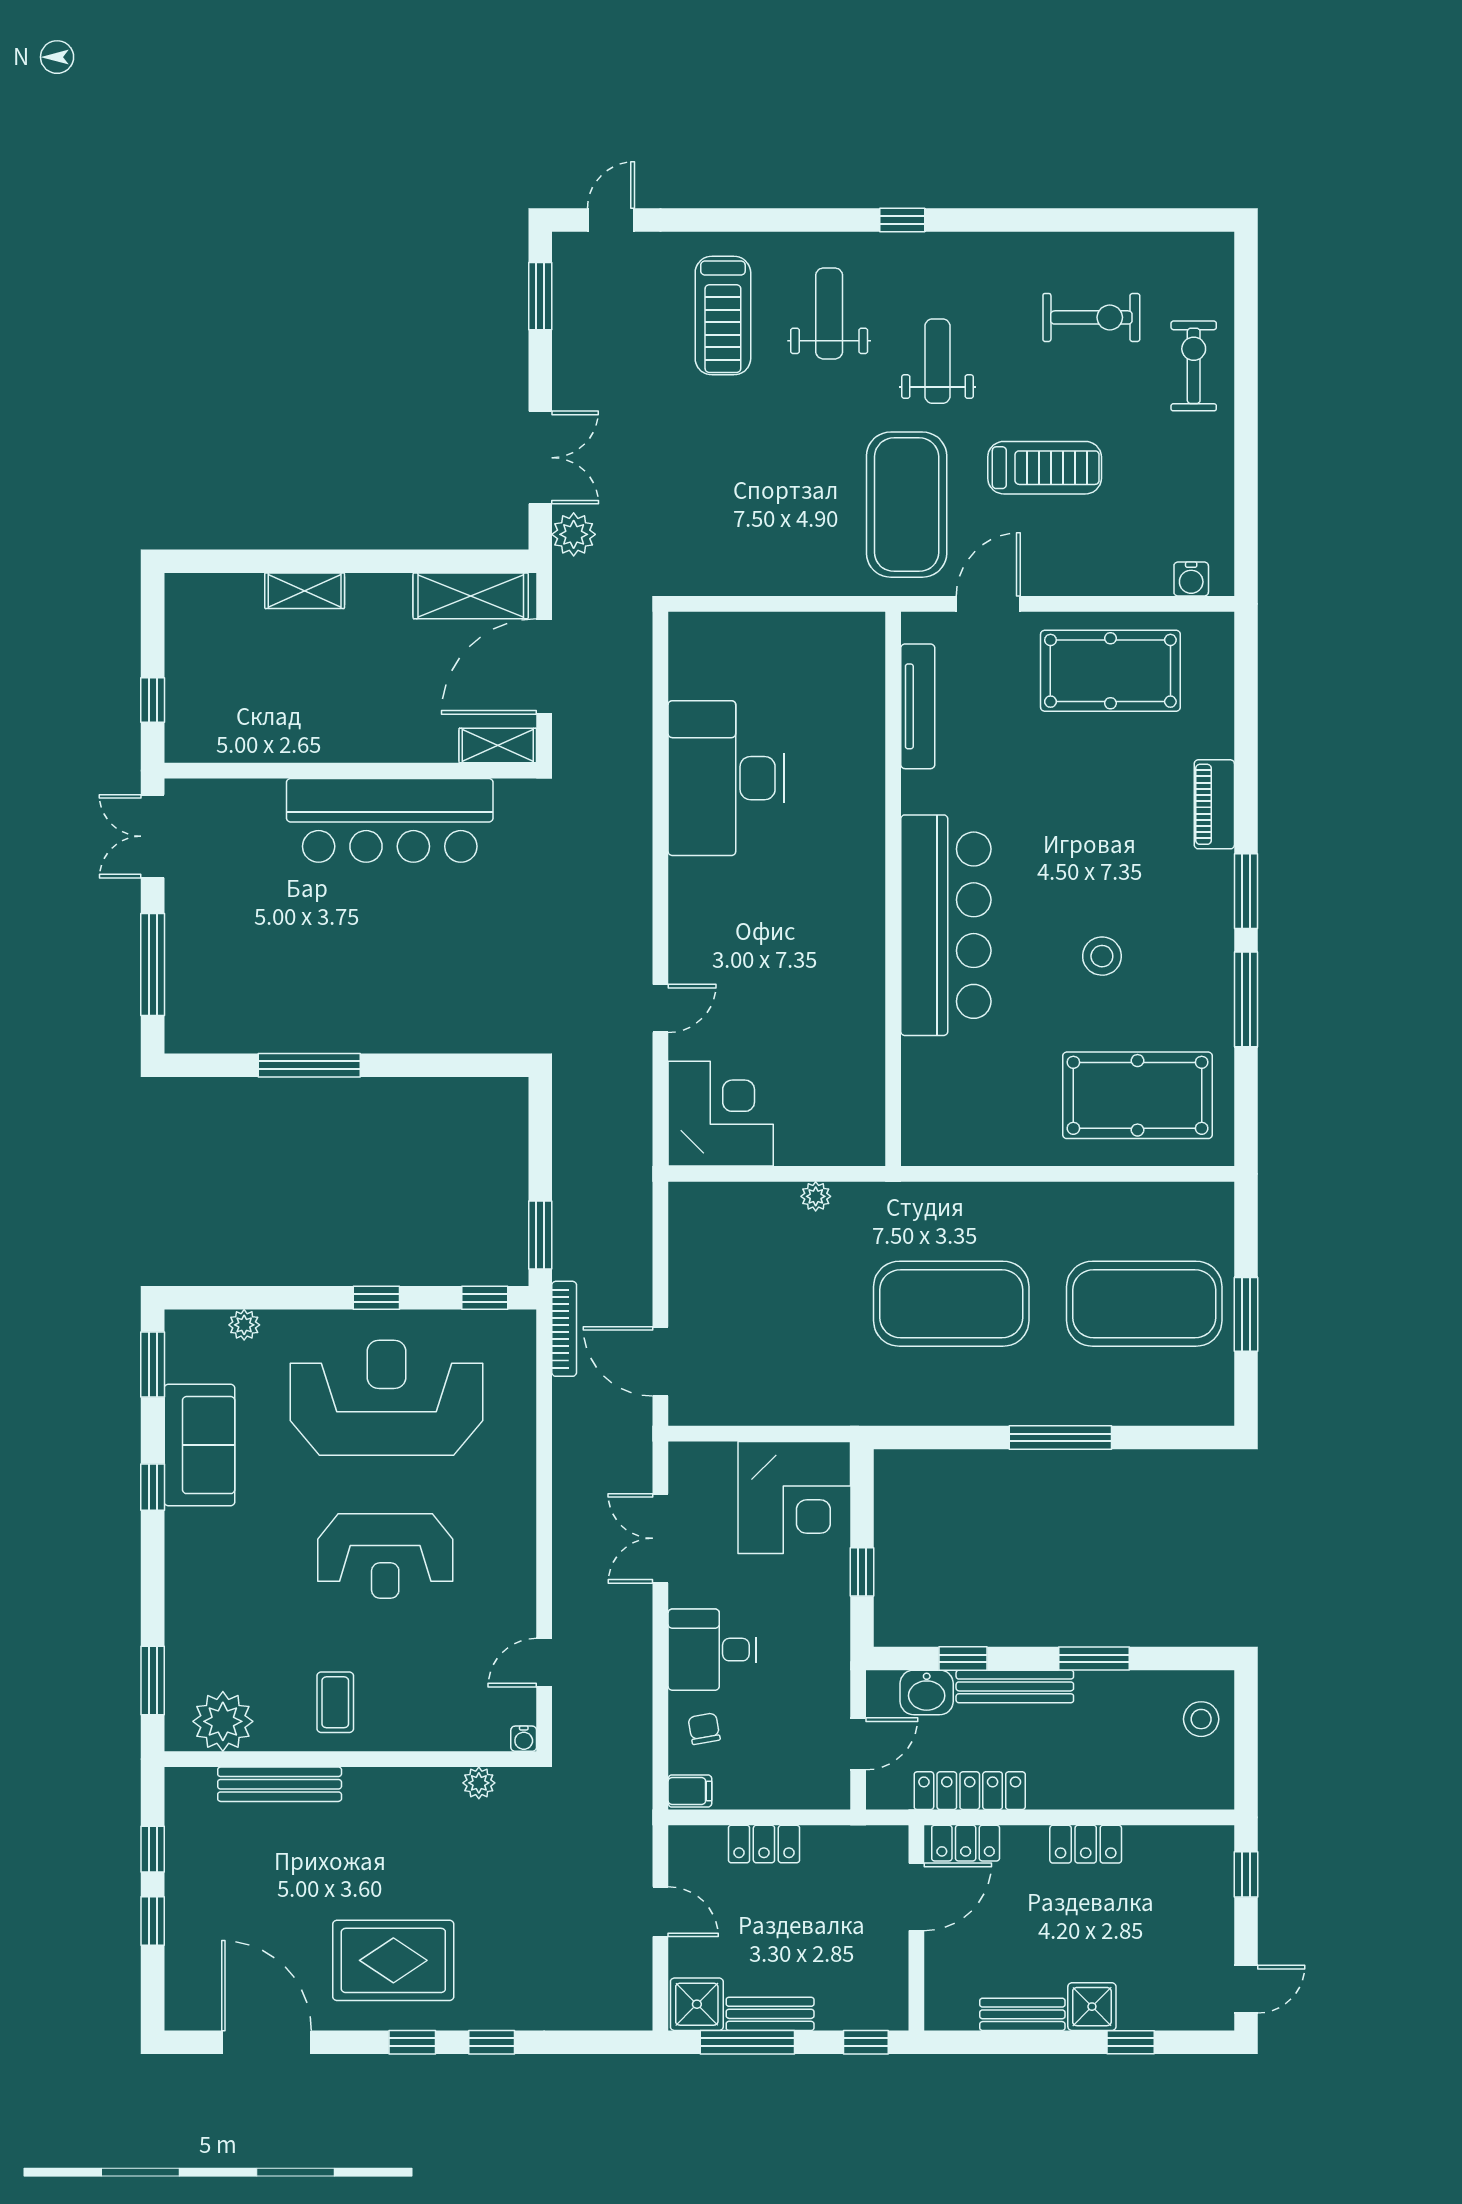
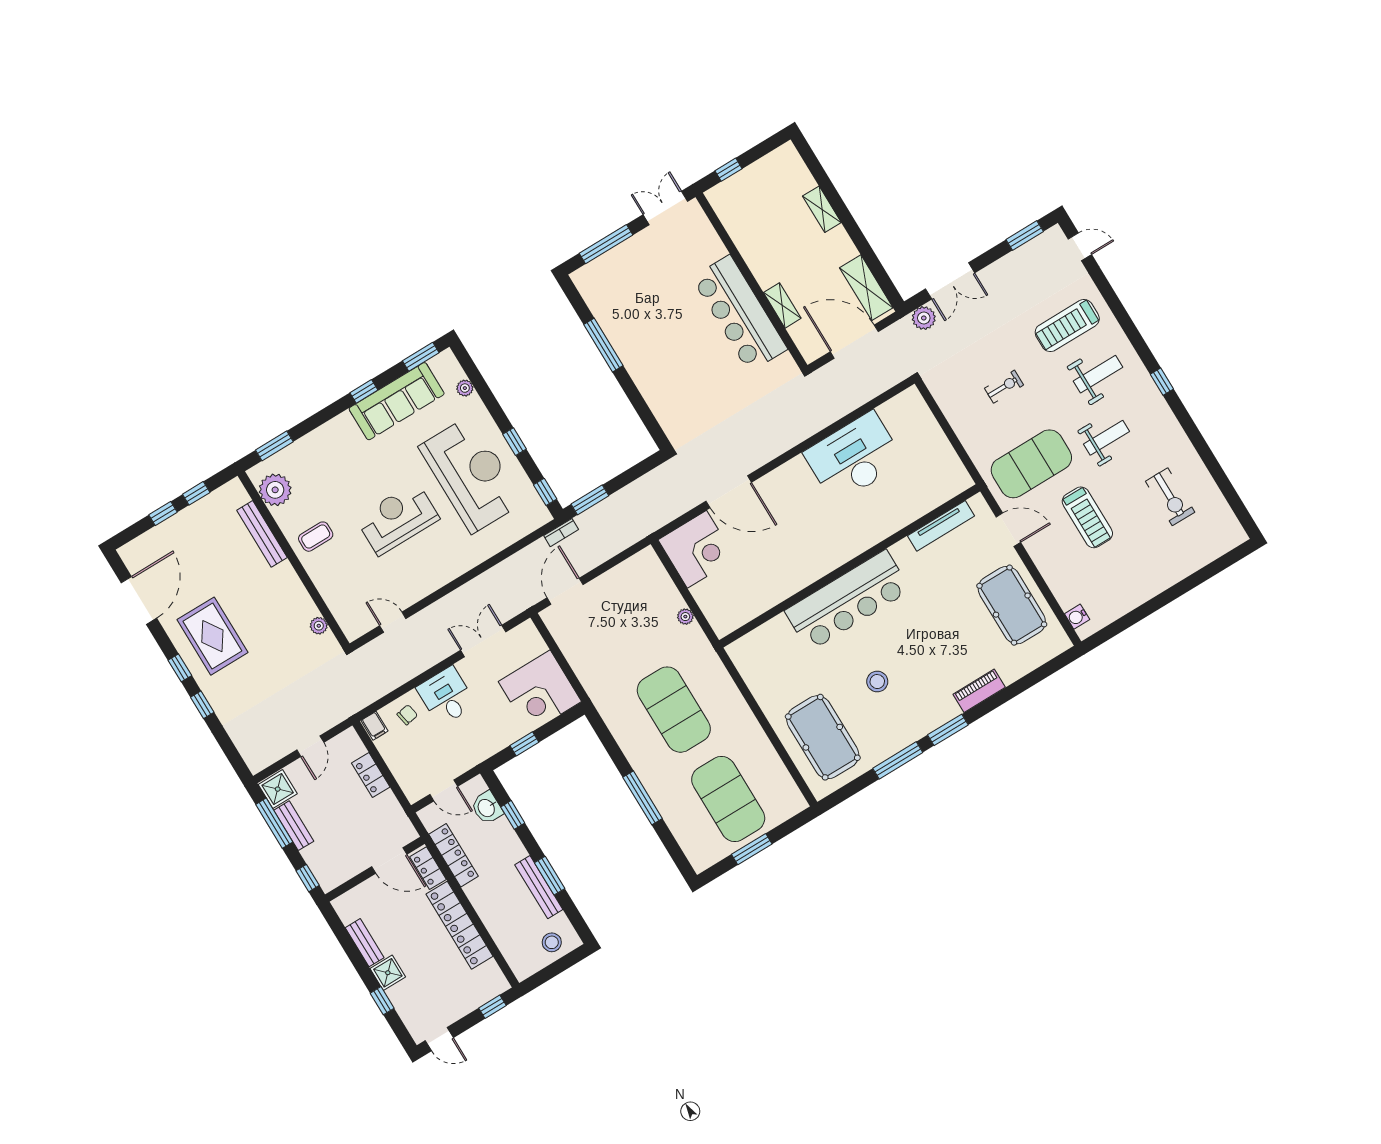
exercise bike: (1194, 366) -> (1004, 387), moved, width x0.73, depth x0.72
shelving: (498, 745) -> (782, 305), moved
door: (660, 1008) -> (729, 492), width x1.87
bookcase: (564, 1329) -> (561, 533), width x0.64
sofa: (199, 1445) -> (397, 401), width x1.36
reception desk: (385, 1556) -> (398, 518), turned 90
bench: (1015, 1686) -> (539, 887), moved
water cooler: (524, 1739) -> (352, 634), removed
locker: (1086, 1844) -> (459, 925), width x2.16, depth x1.21

